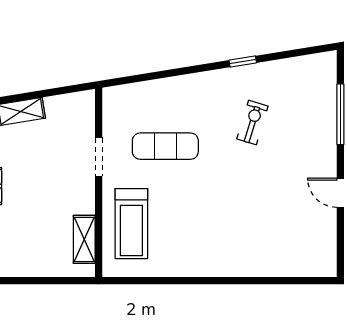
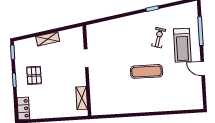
exercise mat: (165, 146) -> (147, 71), moved
treadmill: (131, 224) -> (182, 45), moved

